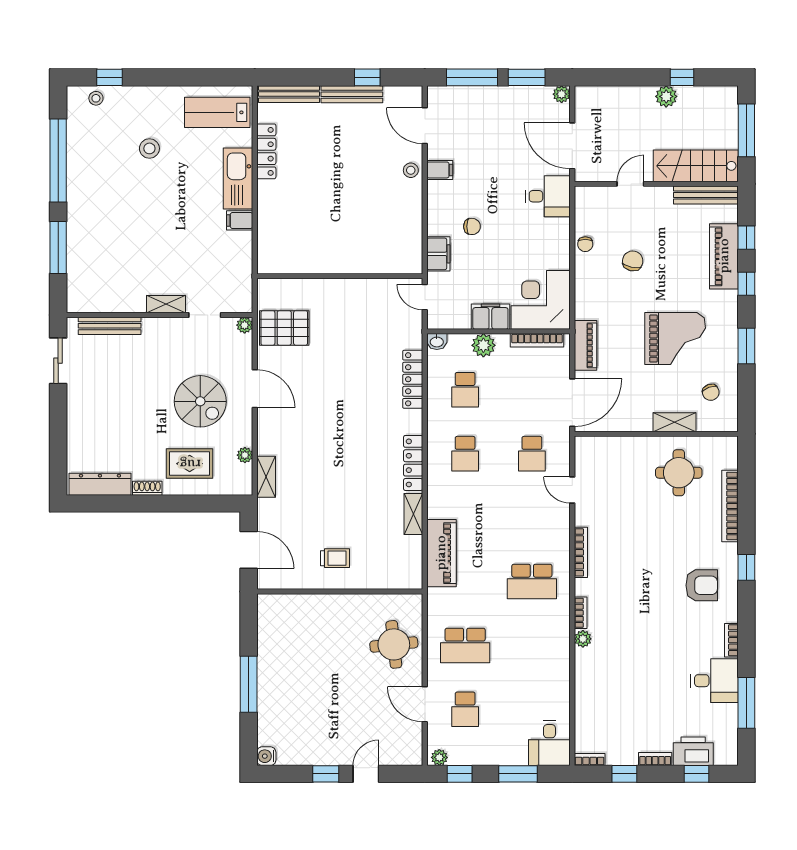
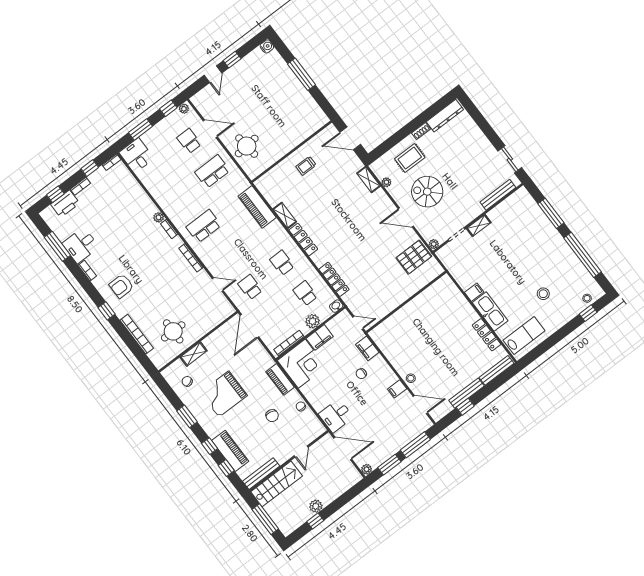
piano: (585, 345) -> (280, 379), moved

